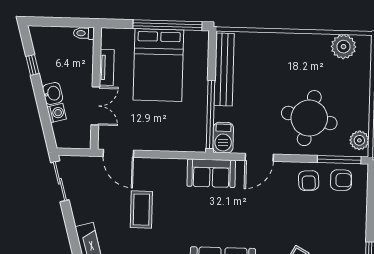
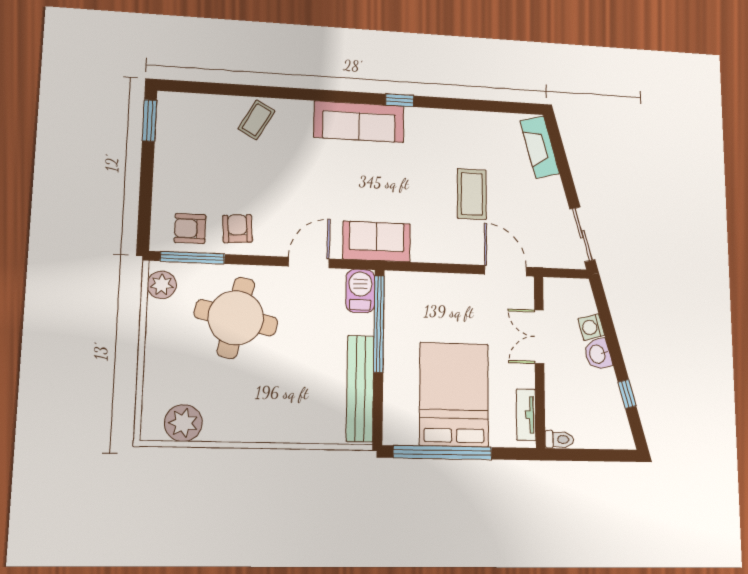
tv unit: (107, 67) -> (526, 415), moved

